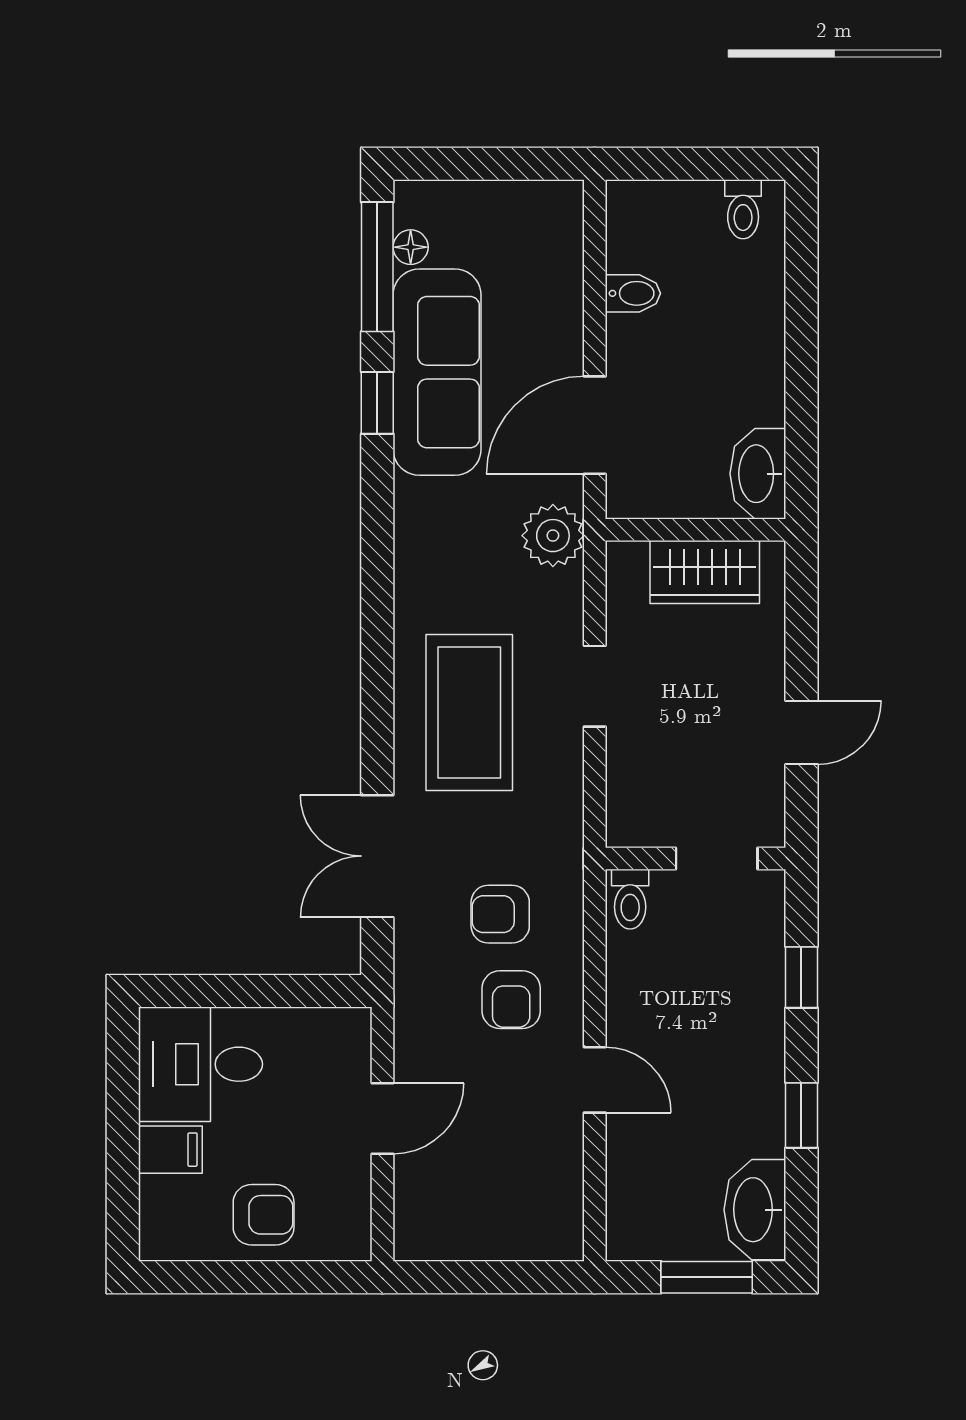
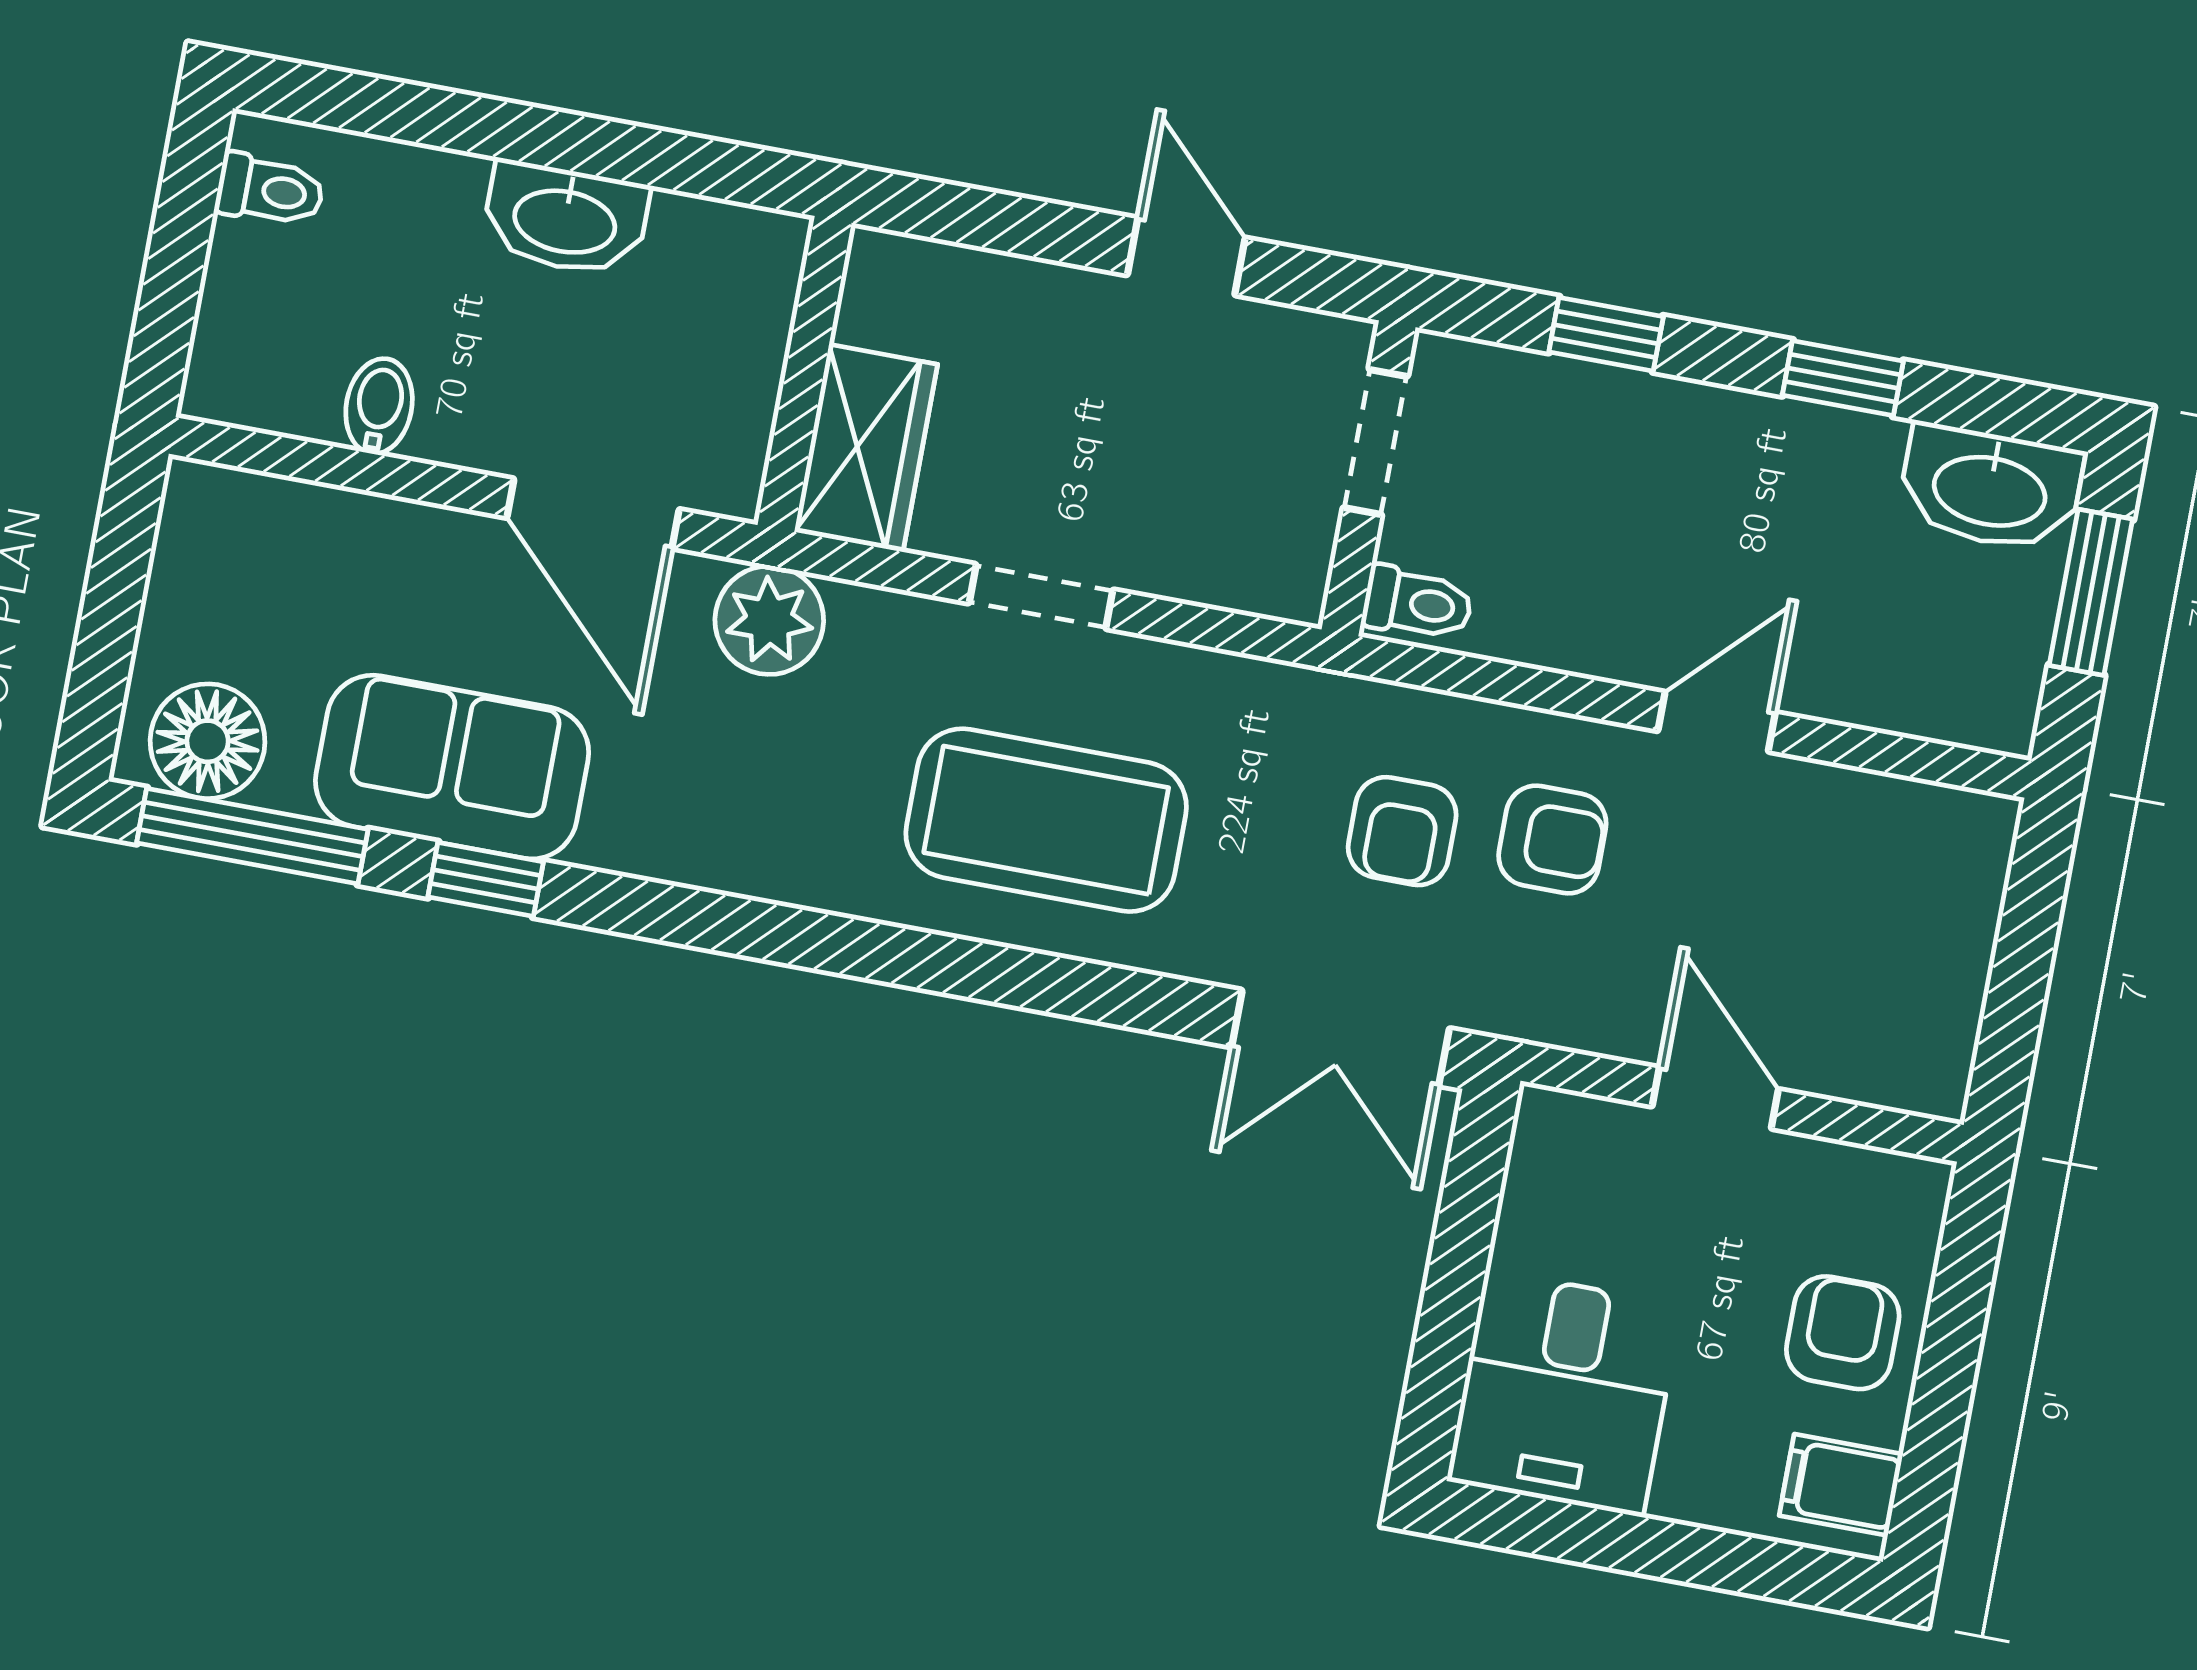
floor lamp: (411, 247) -> (208, 741), width x1.89, depth x1.89
sofa: (437, 372) -> (452, 767), width x0.73
washbasin: (758, 474) -> (565, 219), moved
wardrobe: (705, 572) -> (866, 448), moved
double door: (377, 856) -> (1340, 1038), moved
filing cabinet: (170, 1150) -> (1841, 1485), moved, turned -90

